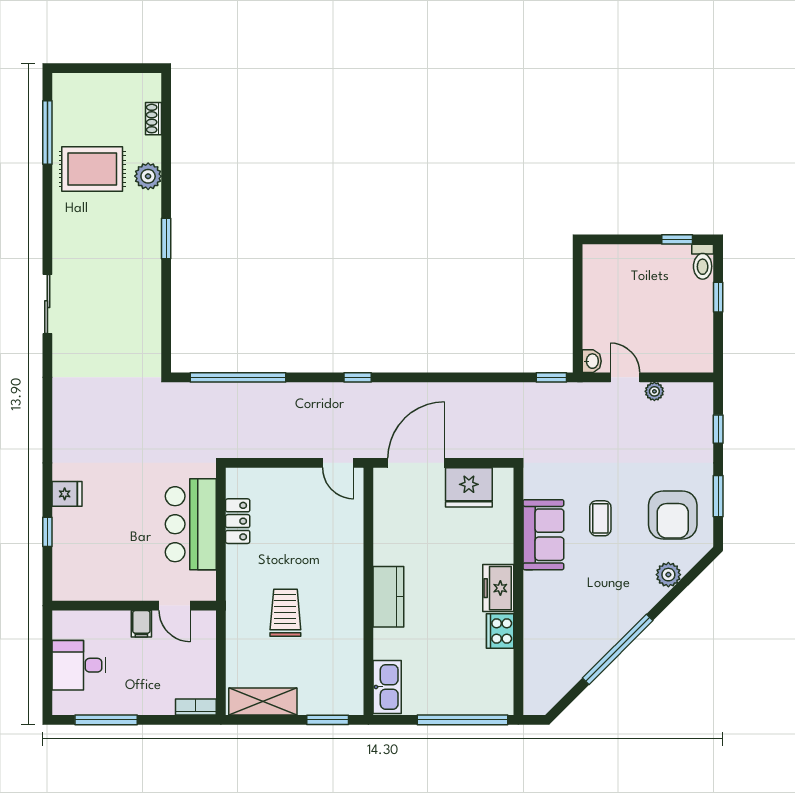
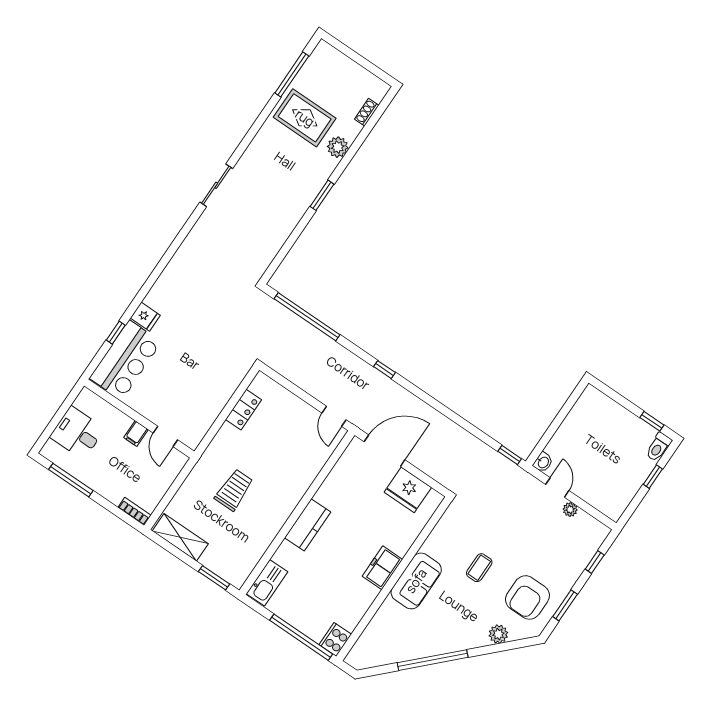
bar counter: (191, 524) -> (125, 360), moved, turned 180
sofa: (543, 535) -> (416, 581), moved
cooker: (500, 631) -> (335, 639), moved

